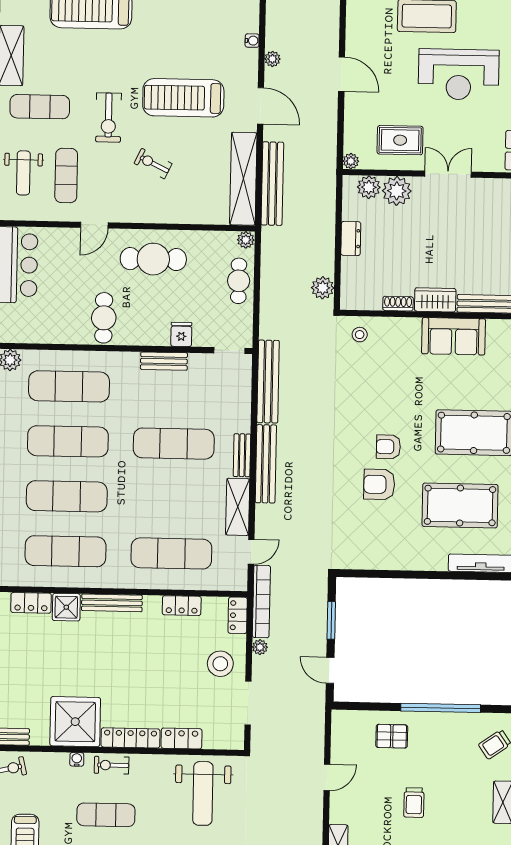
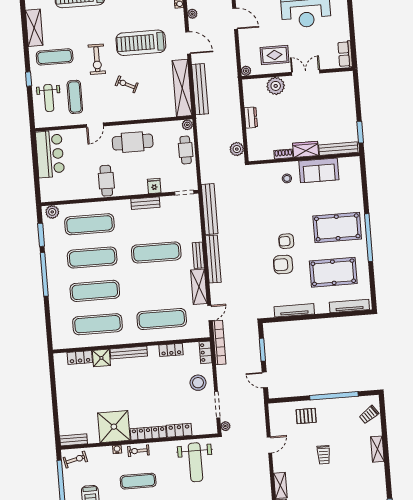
plant: (369, 187) -> (259, 85), removed
stool: (360, 335) -> (287, 178), moved
tv unit: (390, 561) -> (294, 310), added
plant: (260, 647) -> (225, 426), moved

